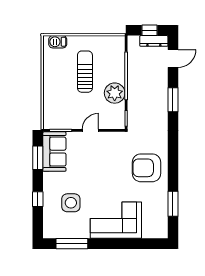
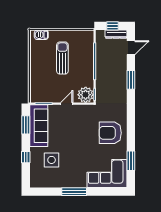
plant: (115, 93) -> (86, 95), moved
sofa: (54, 152) -> (39, 126), width x1.36
corner sofa: (116, 220) -> (107, 173), moved
window: (72, 244) -> (74, 192), moved

